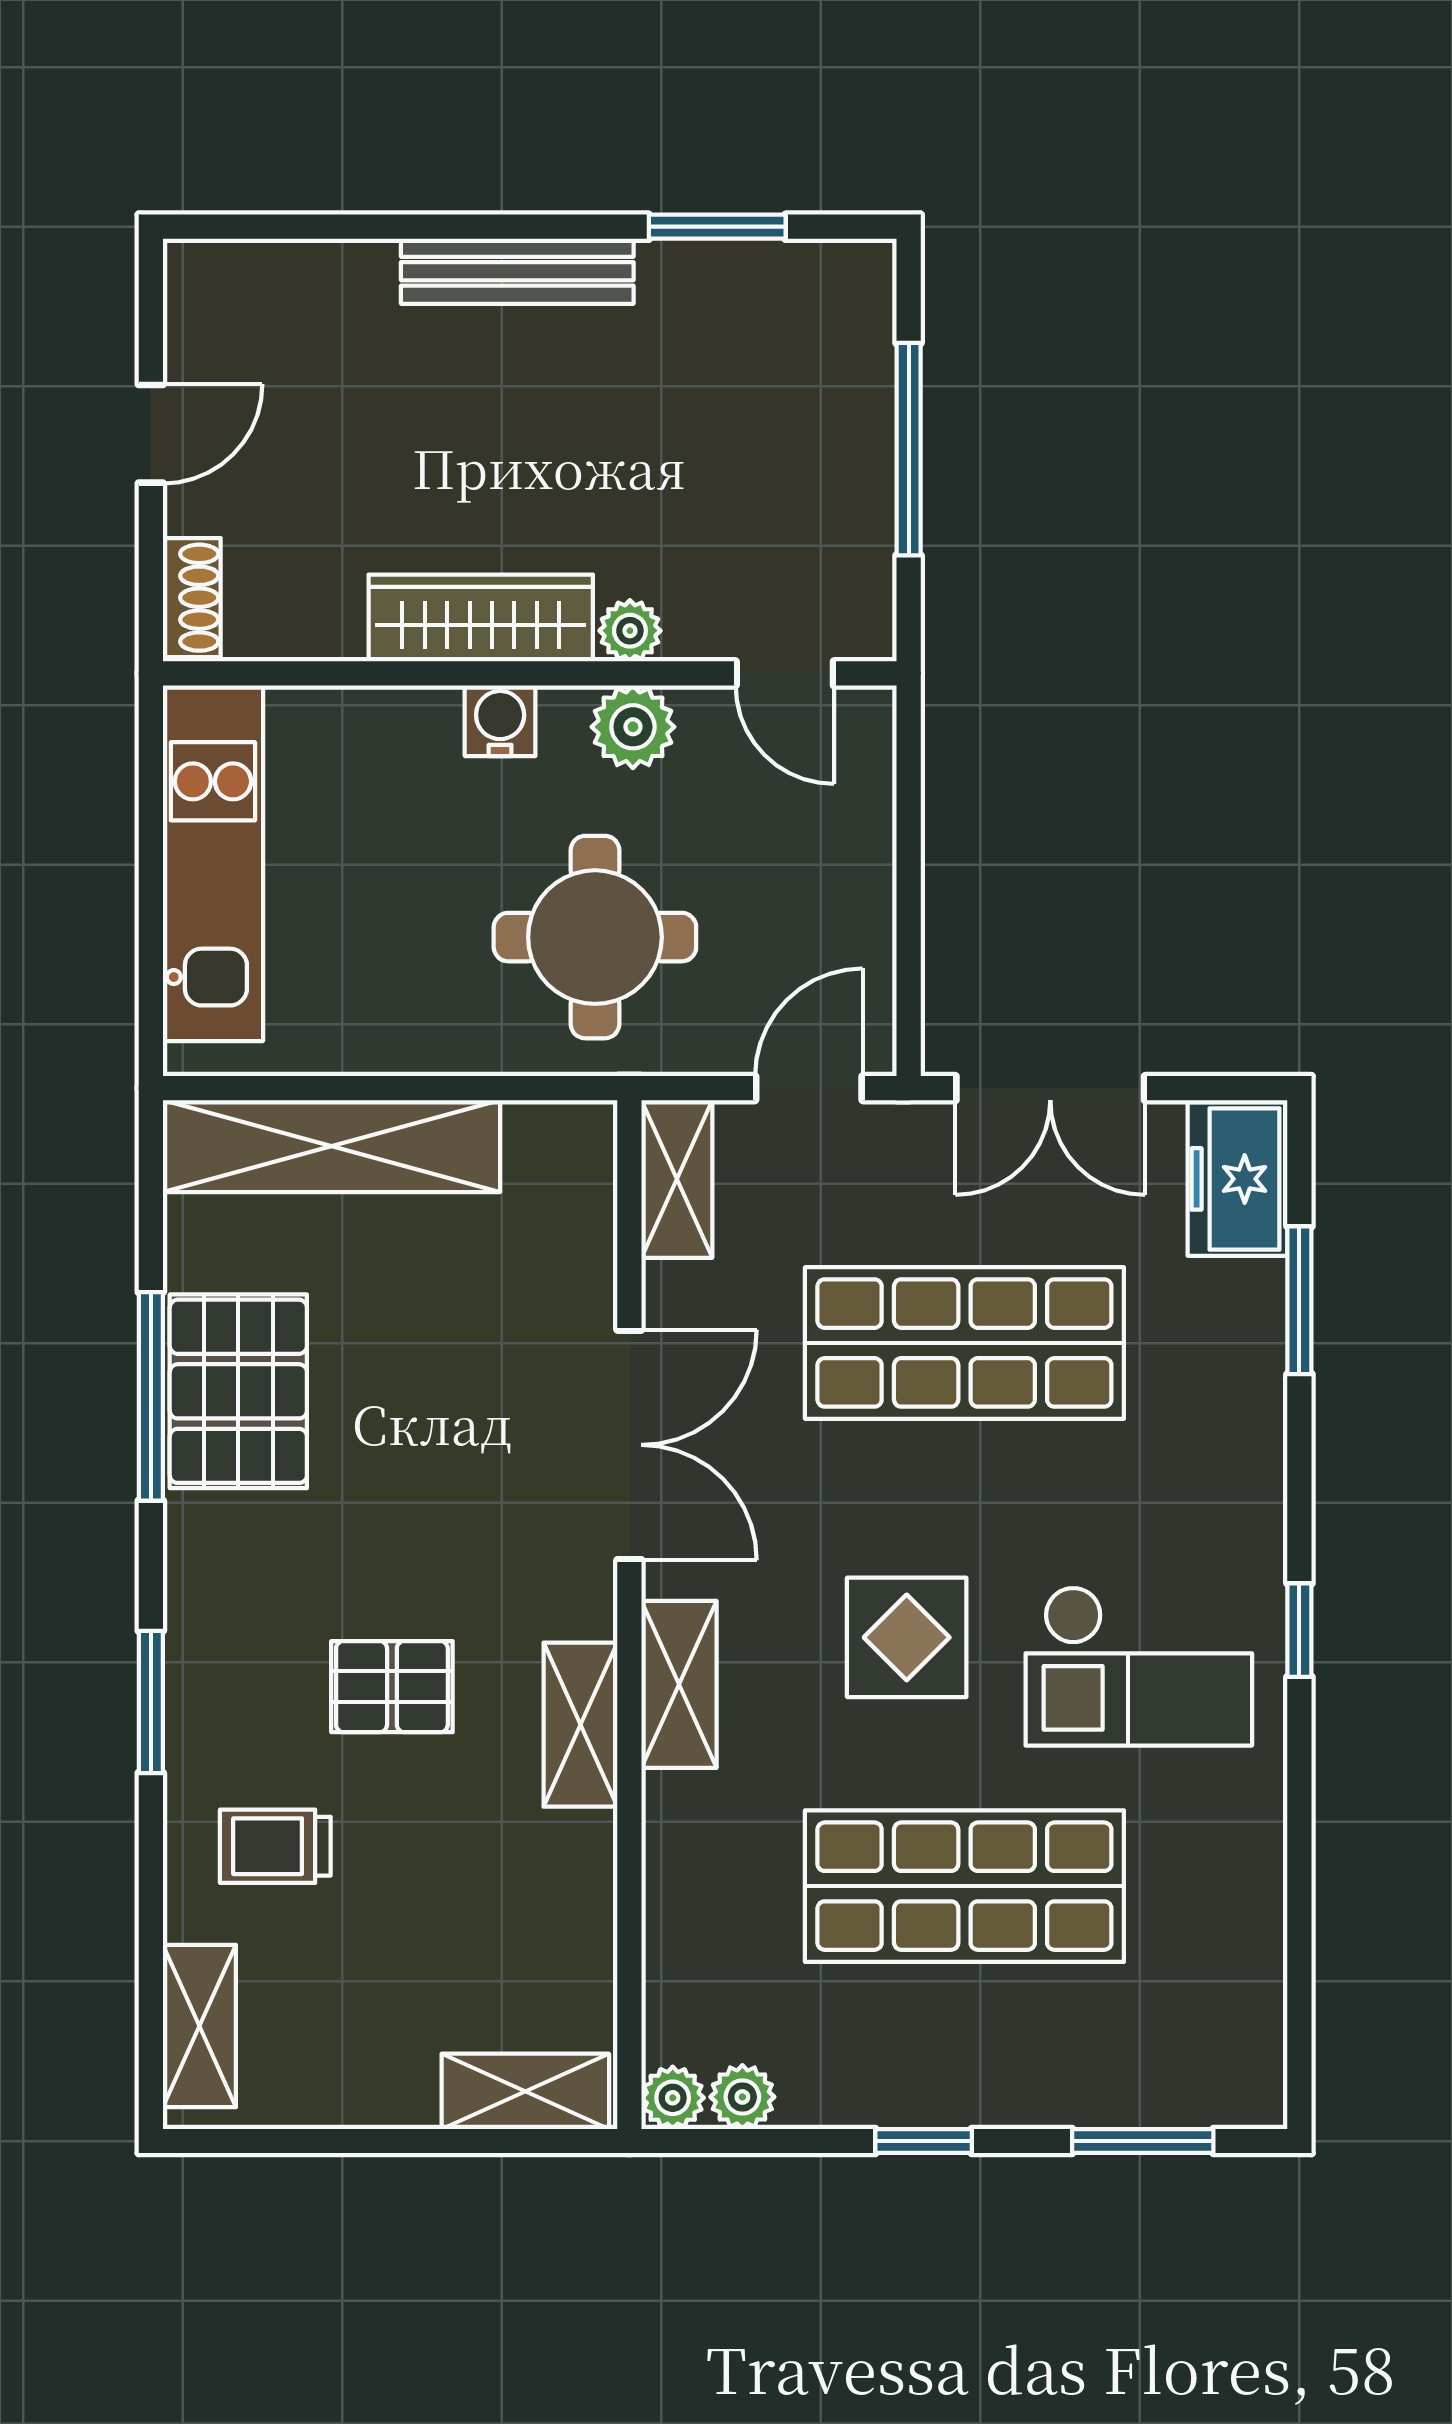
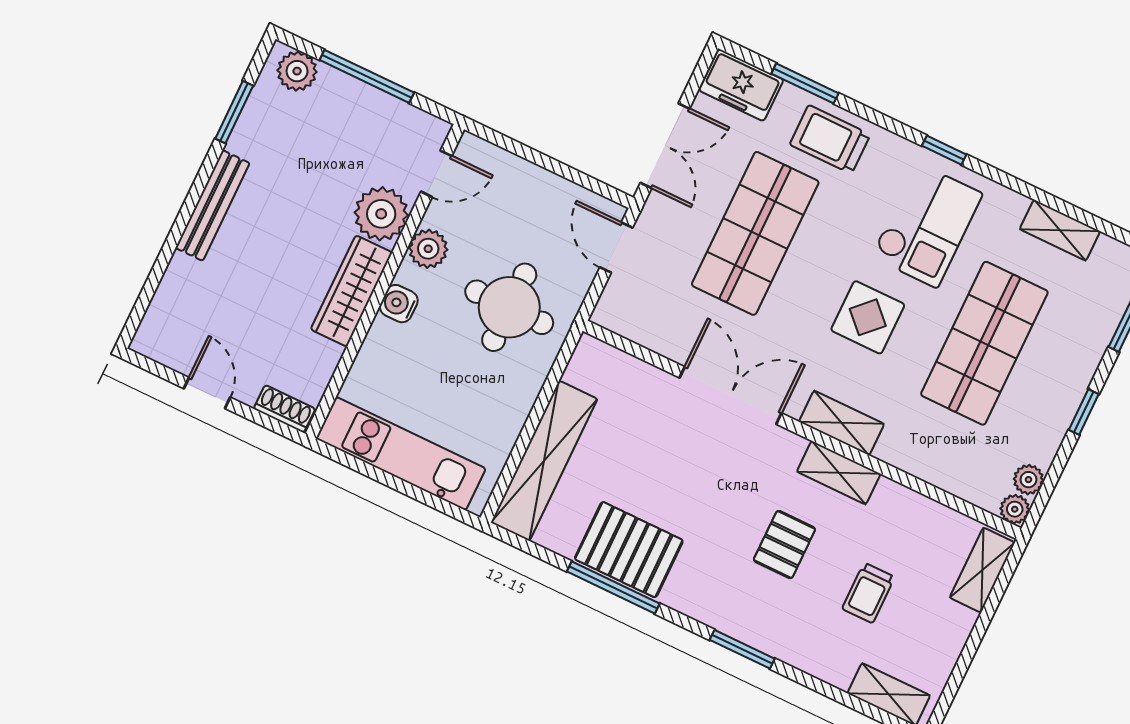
plant: (854, 310) -> (297, 71), added
plant: (630, 631) -> (381, 214), width x1.88, depth x1.88
shelving: (677, 1179) -> (1060, 230), moved
trolley: (1215, 1400) -> (830, 139), added
trolley: (275, 1846) -> (868, 593), moved

